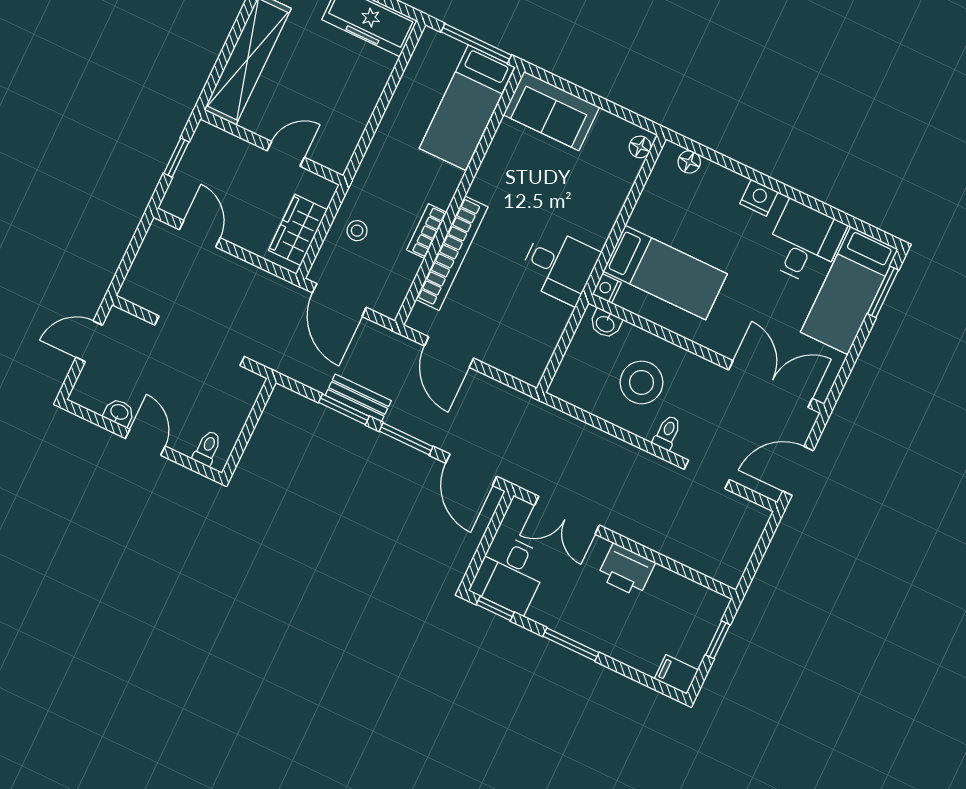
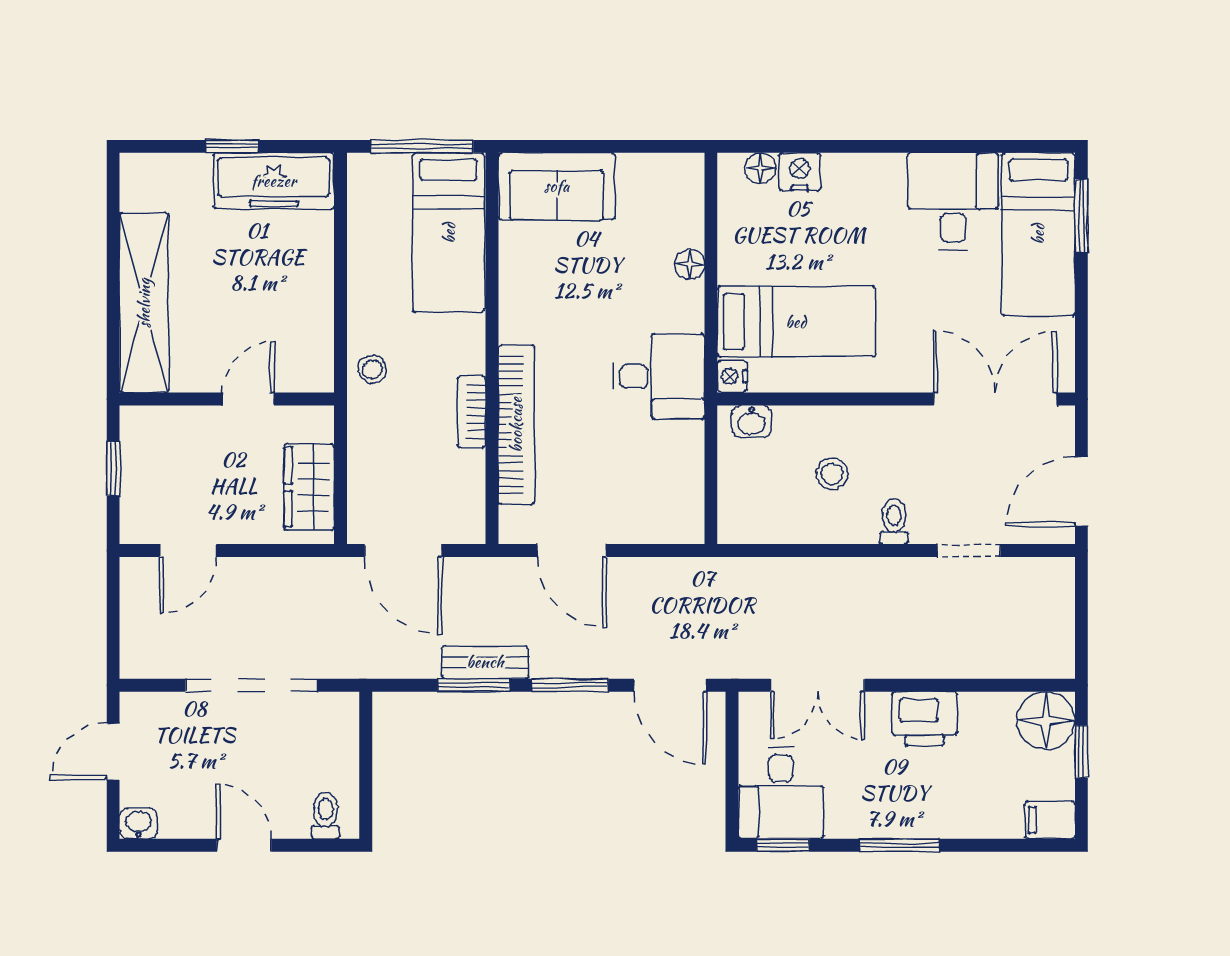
floor lamp: (640, 147) -> (690, 264), moved
nightstand: (759, 198) -> (800, 172), moved
stool: (357, 231) -> (372, 369), moved
door: (200, 234) -> (188, 551), swing flipped
stool: (642, 382) -> (832, 474), width x0.53, depth x0.53
washbasin: (119, 413) -> (139, 823), moved
floor lamp: (704, 609) -> (1046, 721), added

